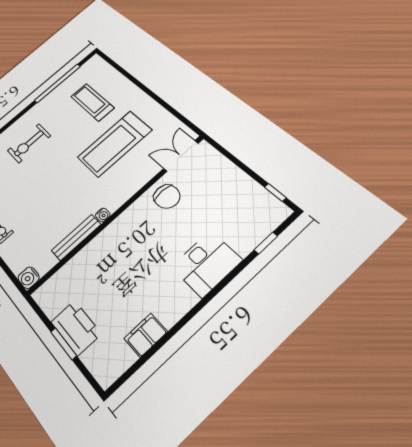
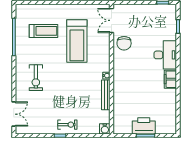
treadmill: (92, 102) -> (44, 31), turned 180
chair: (167, 197) -> (124, 43), turned 90
filing cabinet: (146, 335) -> (170, 79), moved

